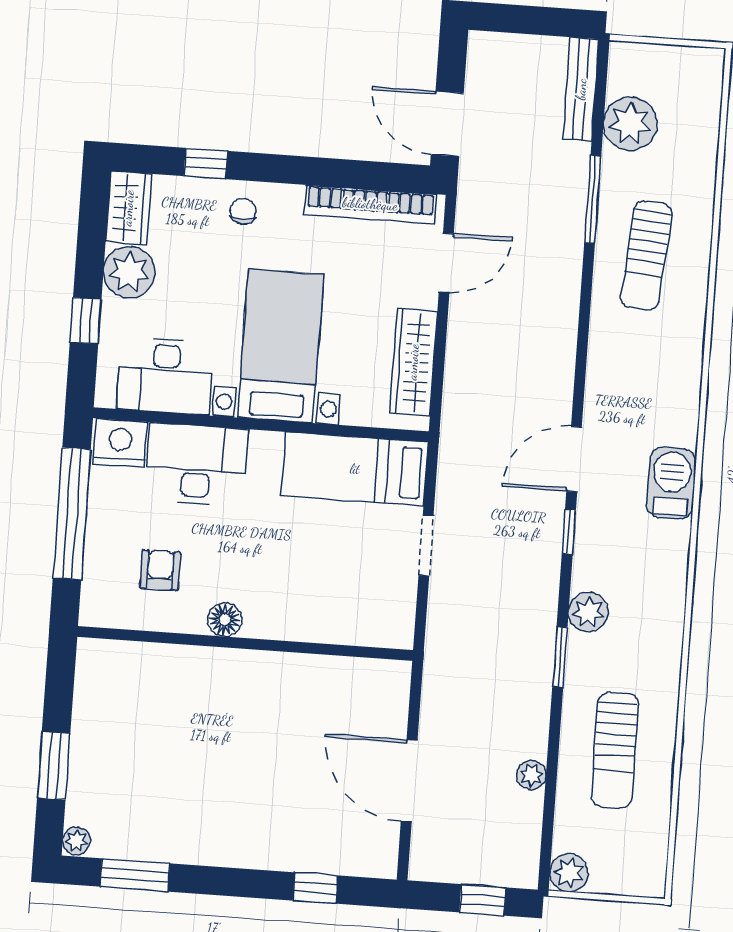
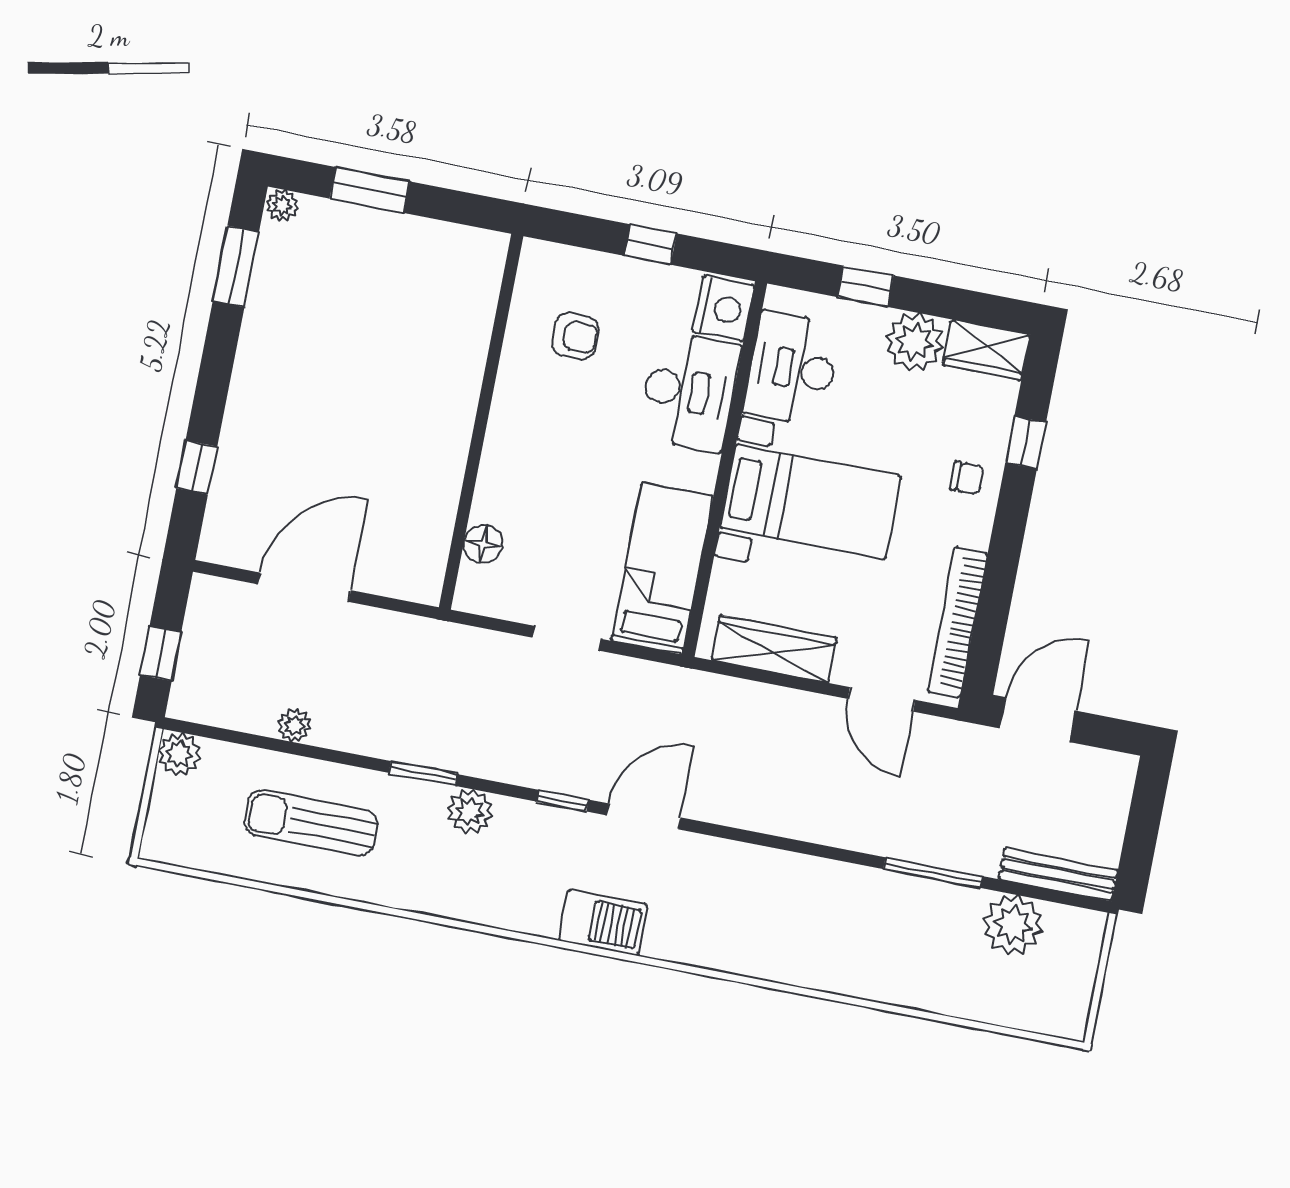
sun lounger: (646, 256) -> (862, 925), removed
door: (574, 459) -> (644, 816), hinge flipped
window: (72, 514) -> (651, 245), width x0.32
floor lamp: (225, 620) -> (483, 544), moved

